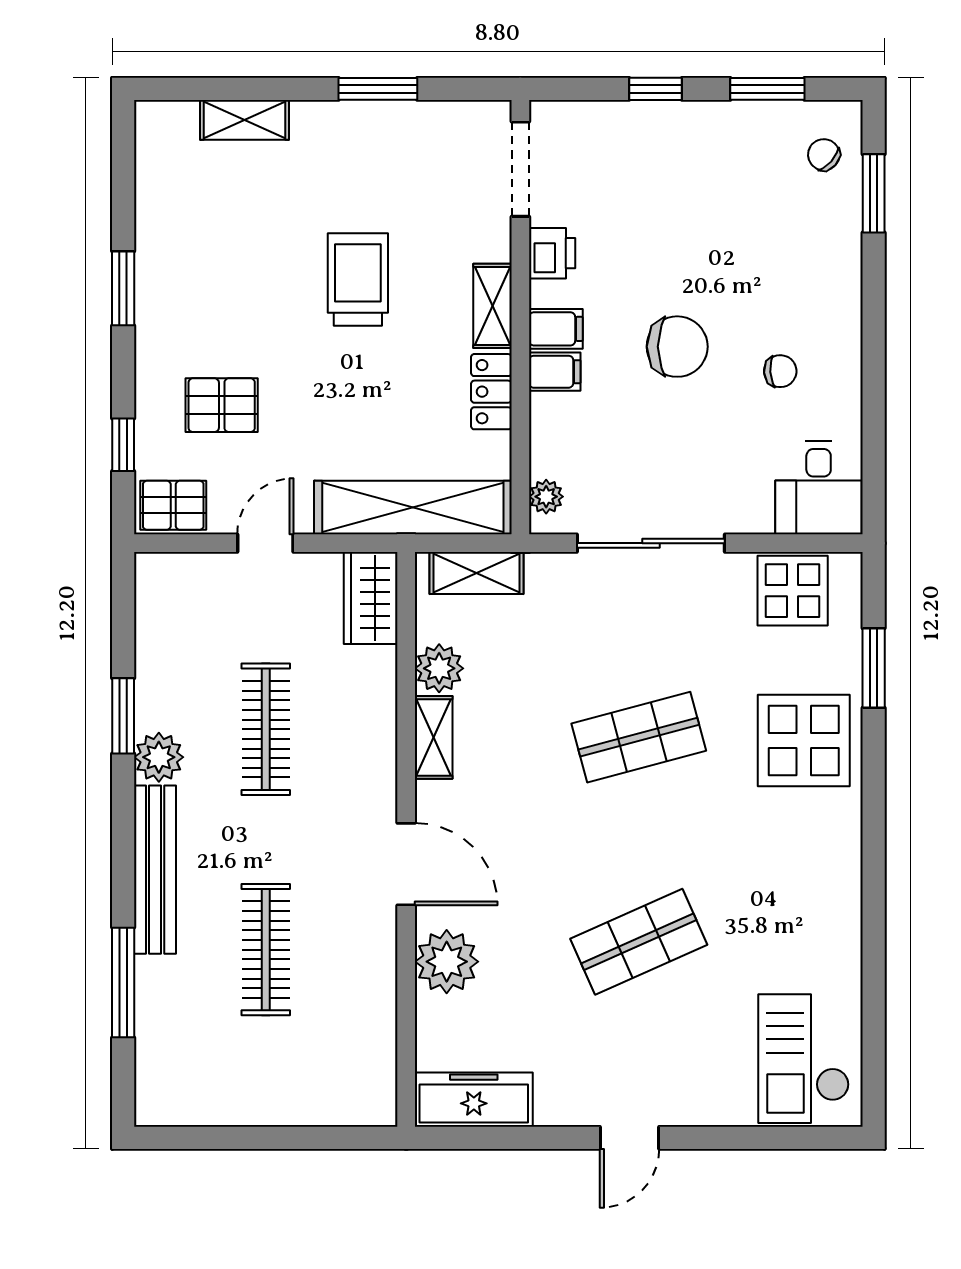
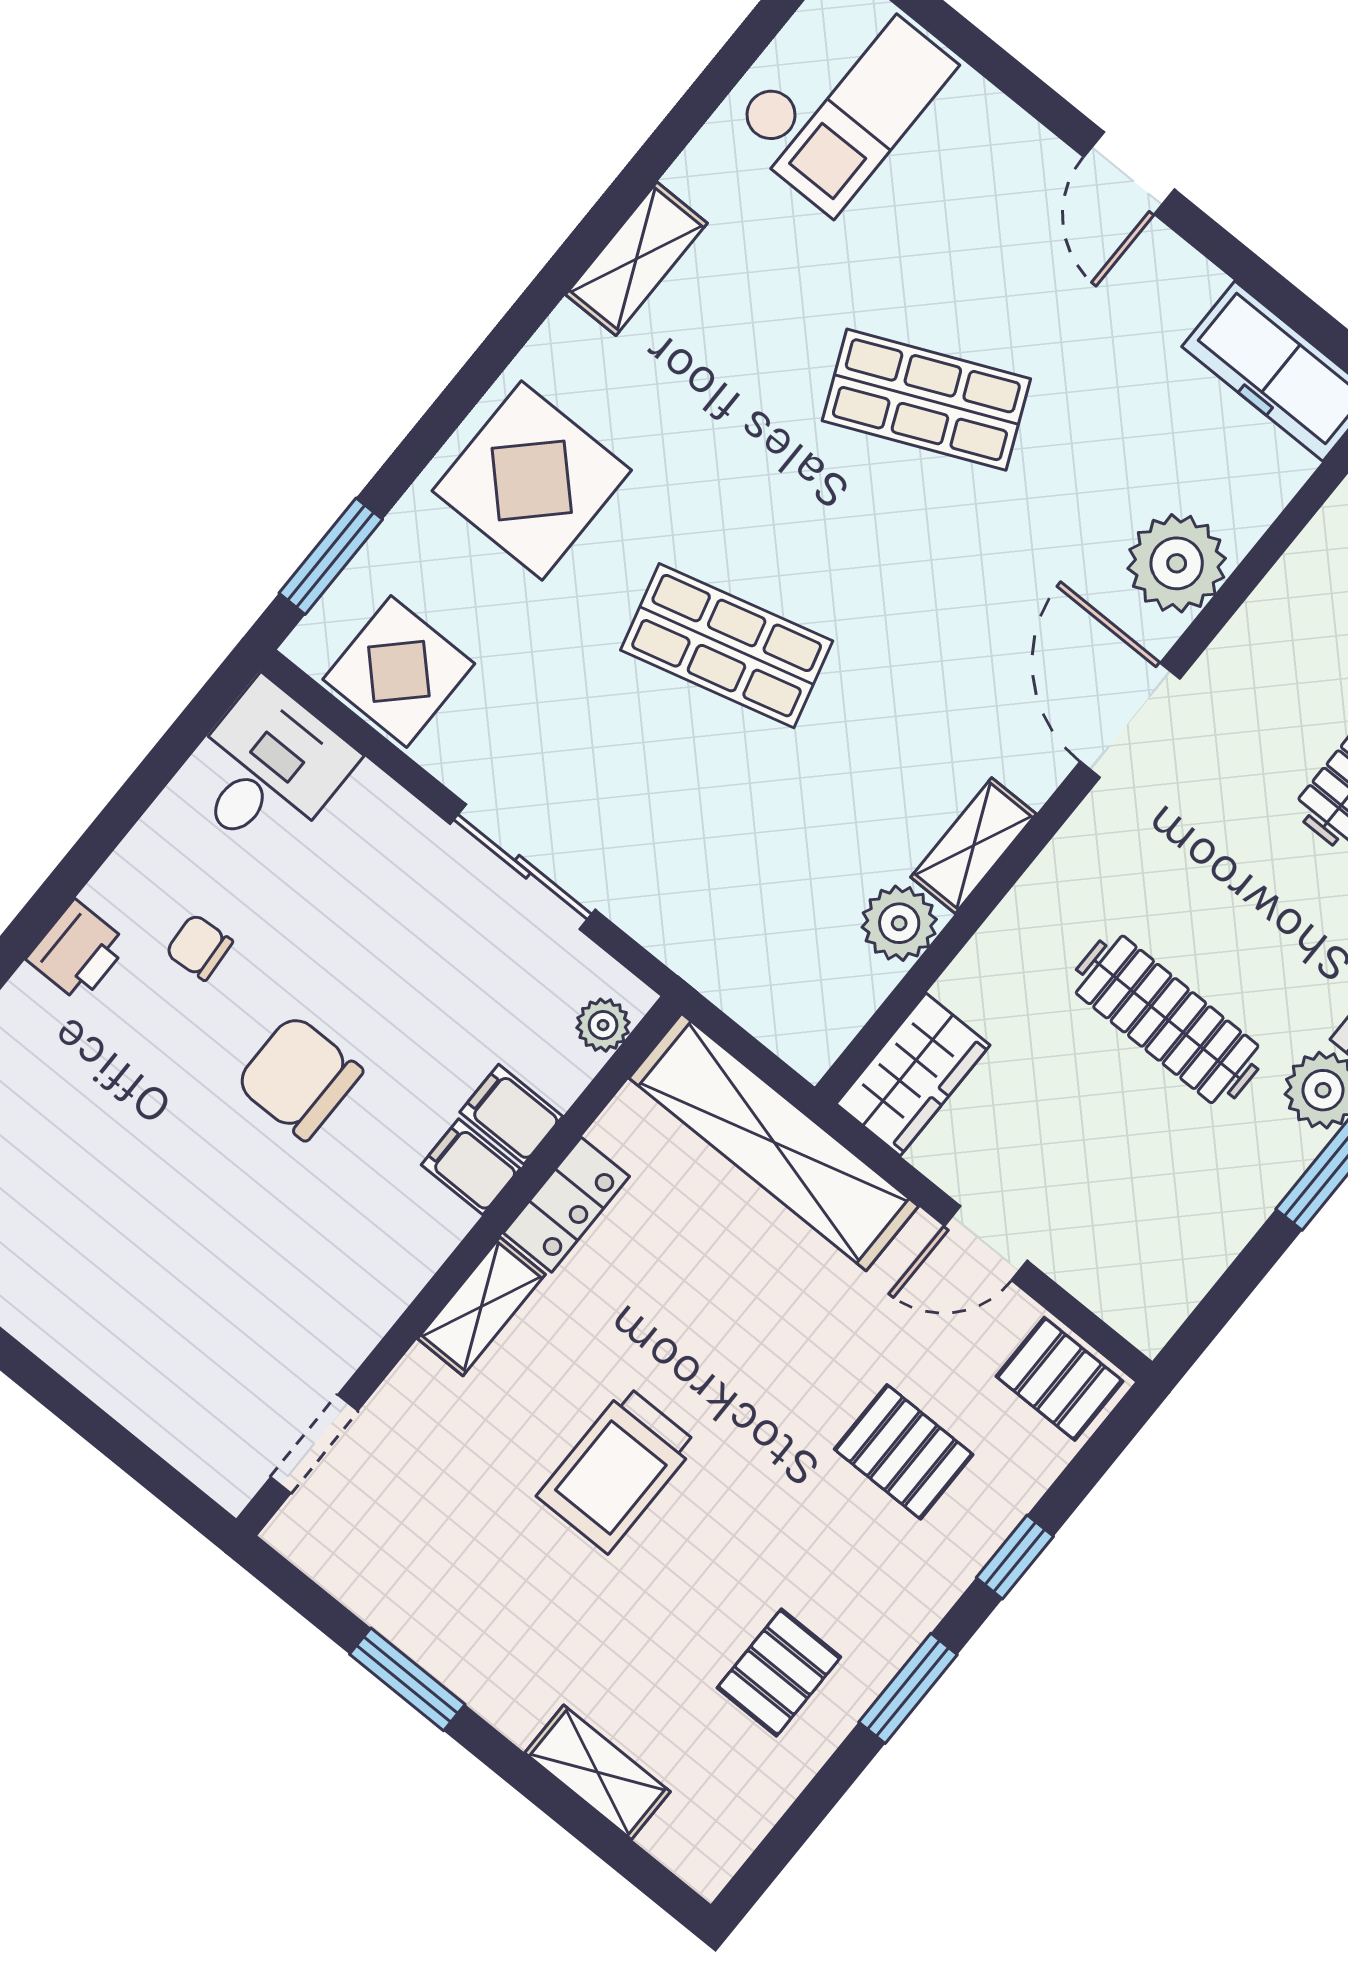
window: (656, 89) -> (74, 1408), removed
doorway: (520, 169) -> (314, 1444), width x0.73
pallet: (194, 244) -> (779, 1672), added
printer: (552, 253) -> (78, 951), moved, turned 180
filing cabinet: (556, 329) -> (511, 1114), moved
window: (123, 445) -> (1015, 1557), moved
sliding door: (651, 543) -> (523, 867), width x0.73
shelving: (476, 573) -> (636, 259), moved, turned 90
window: (874, 668) -> (331, 556), moved
clothes rail: (266, 729) -> (1167, 1019), turned 90
door: (630, 1138) -> (1129, 173), swing flipped

